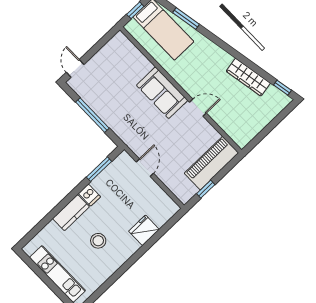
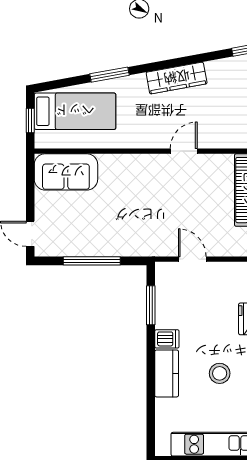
window: (186, 18) -> (110, 75), moved
wardrobe: (248, 77) -> (177, 78), moved
sofa: (162, 93) -> (66, 172), moved

